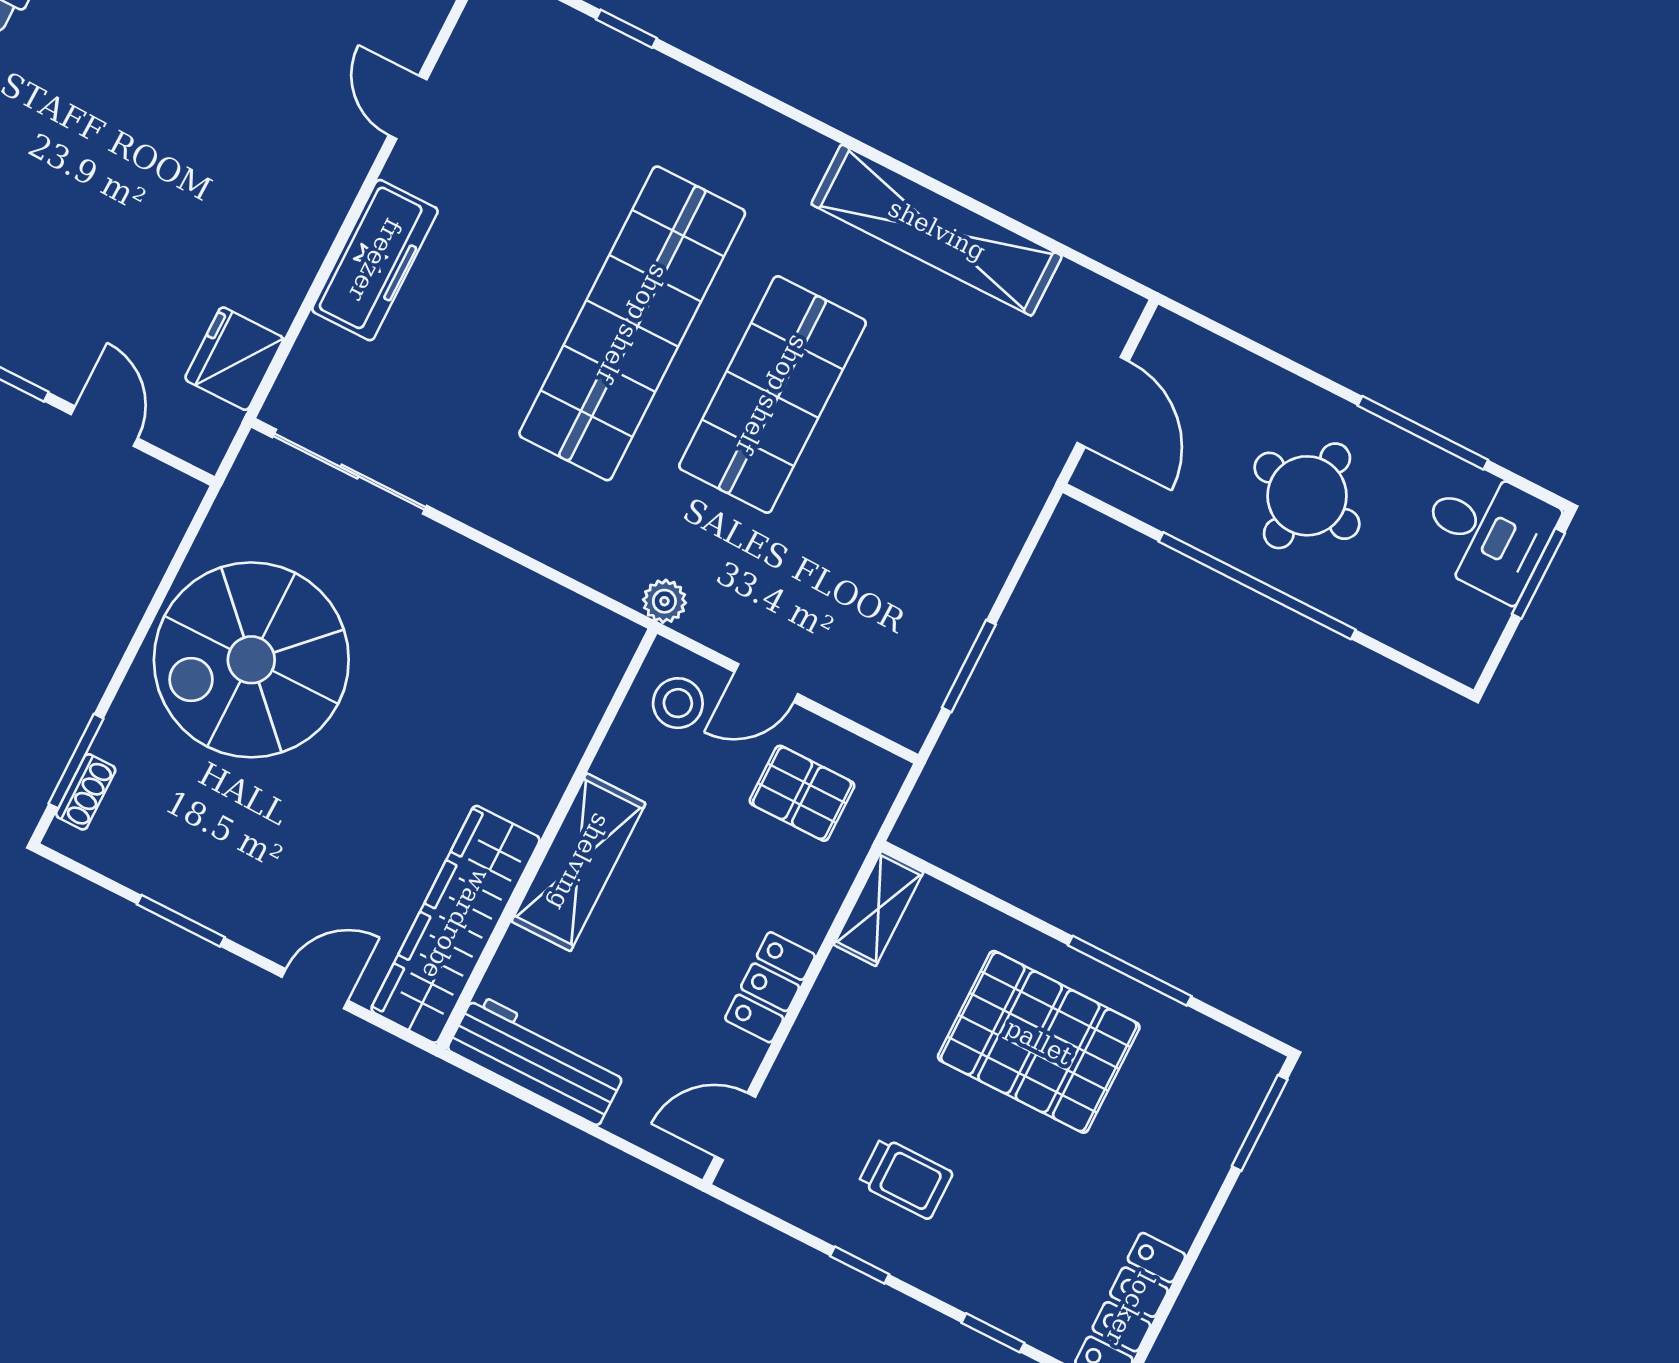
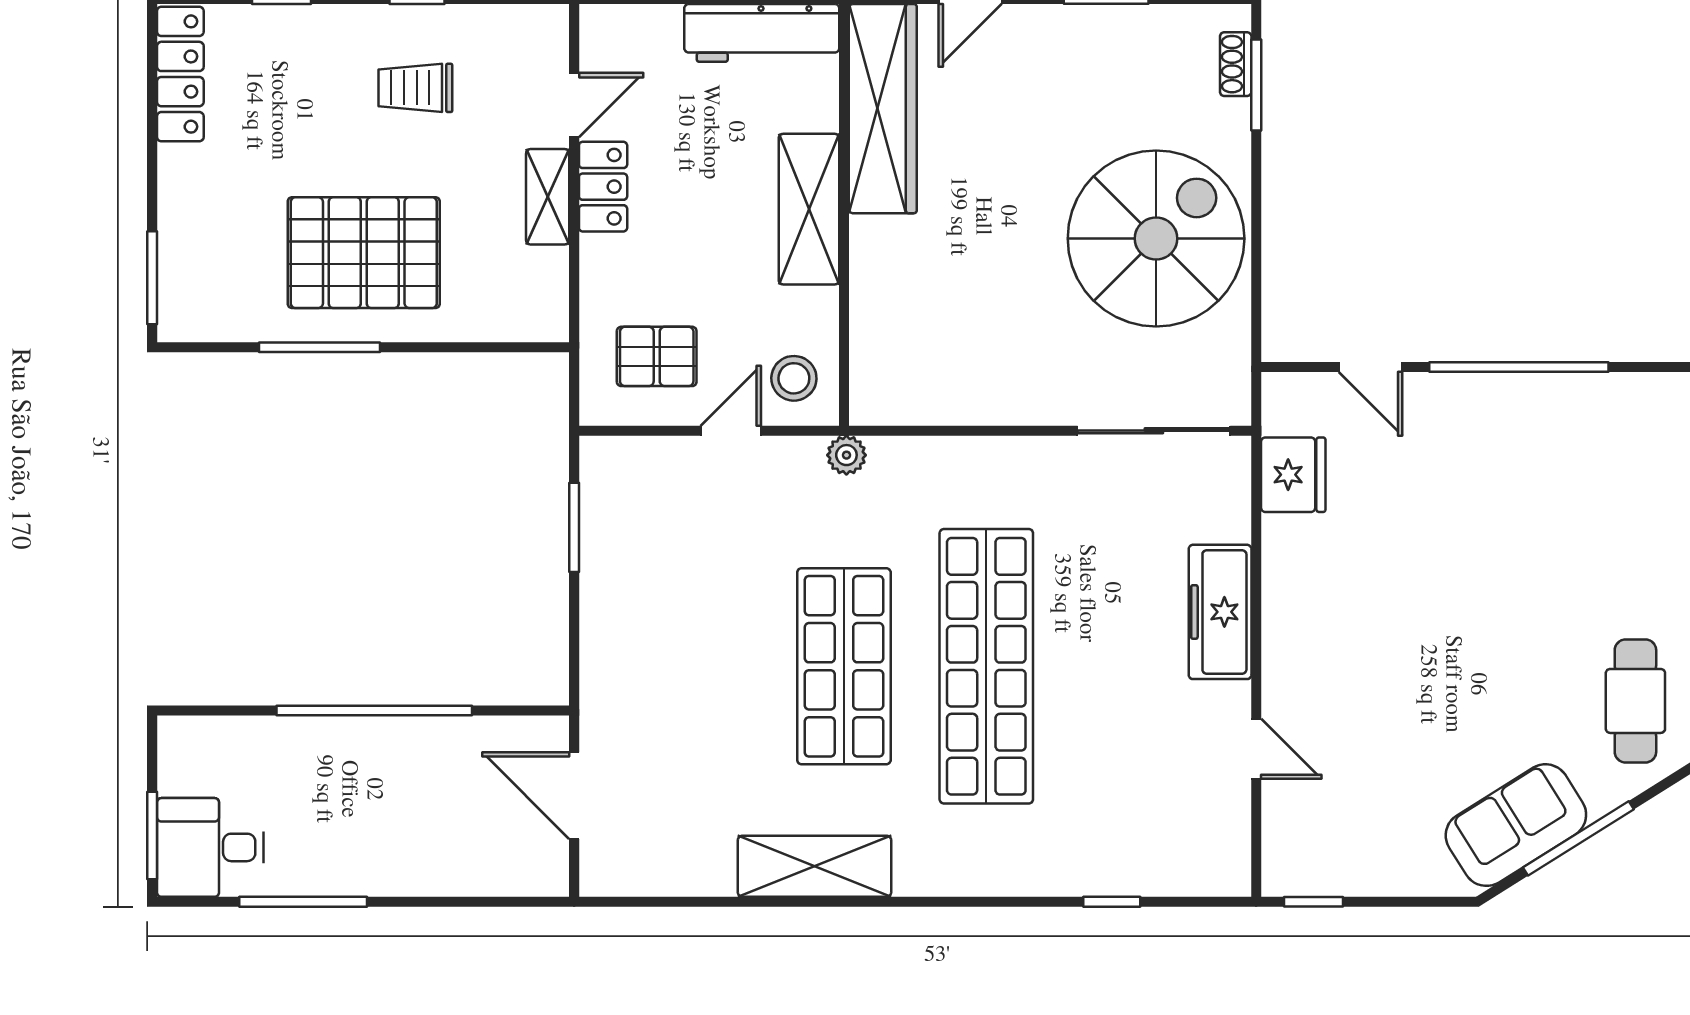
shelving: (937, 230) -> (814, 866), width x0.68
round table: (1307, 496) -> (371, 803), removed
shelving: (879, 909) -> (548, 197), moved
door: (735, 1127) -> (574, 105), moved

